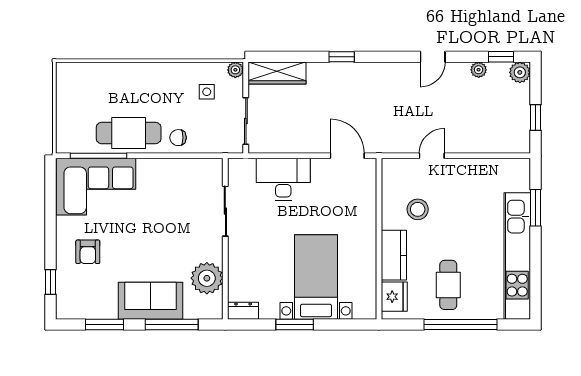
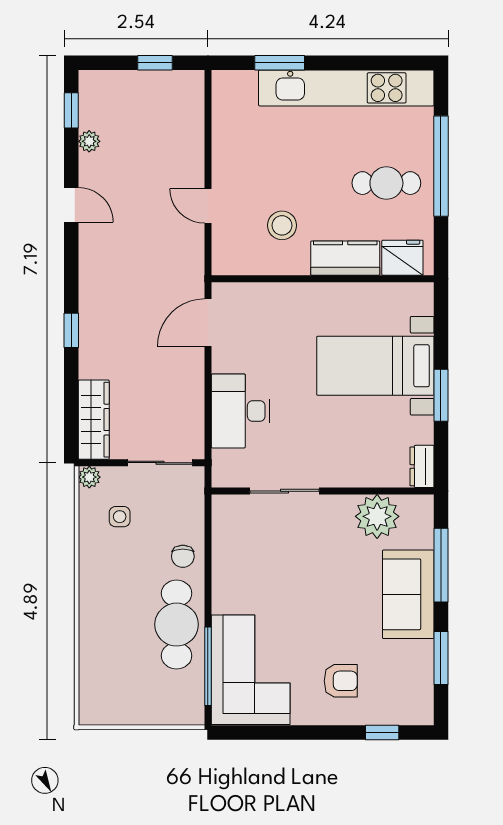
plant: (520, 72) -> (93, 84), removed

